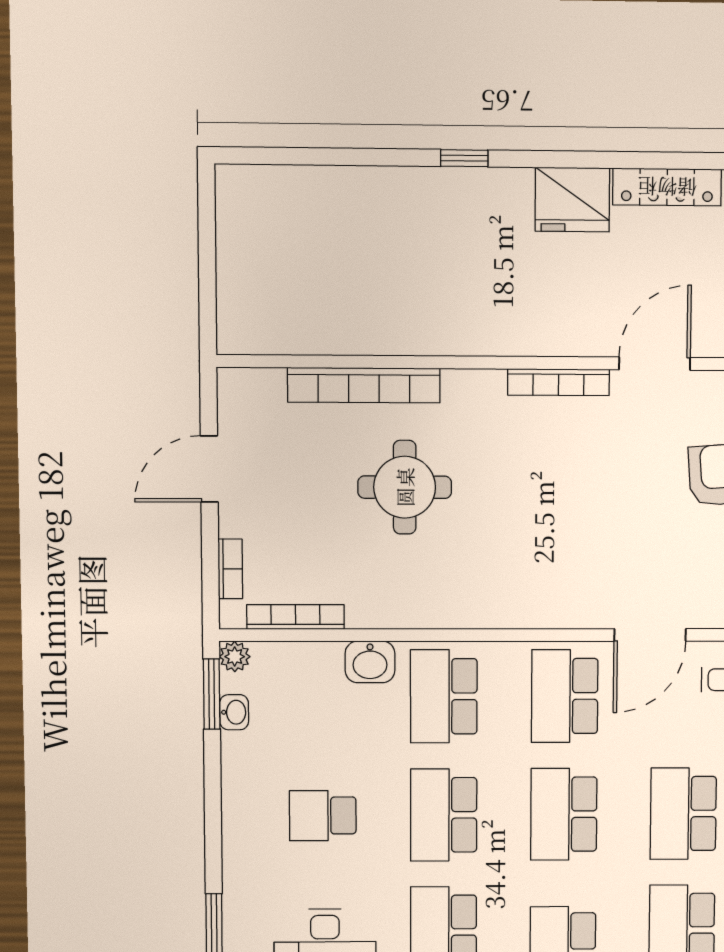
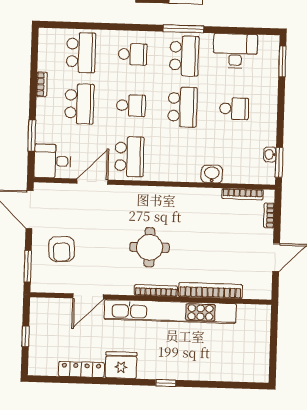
kitchen unit: (458, 332) -> (170, 311), added
bookcase: (558, 382) -> (156, 291), moved
round table: (405, 487) -> (150, 247), moved
plant: (235, 657) -> (269, 178), removed
school desk: (444, 696) -> (181, 158), removed
school desk: (564, 814) -> (131, 105), width x0.54

